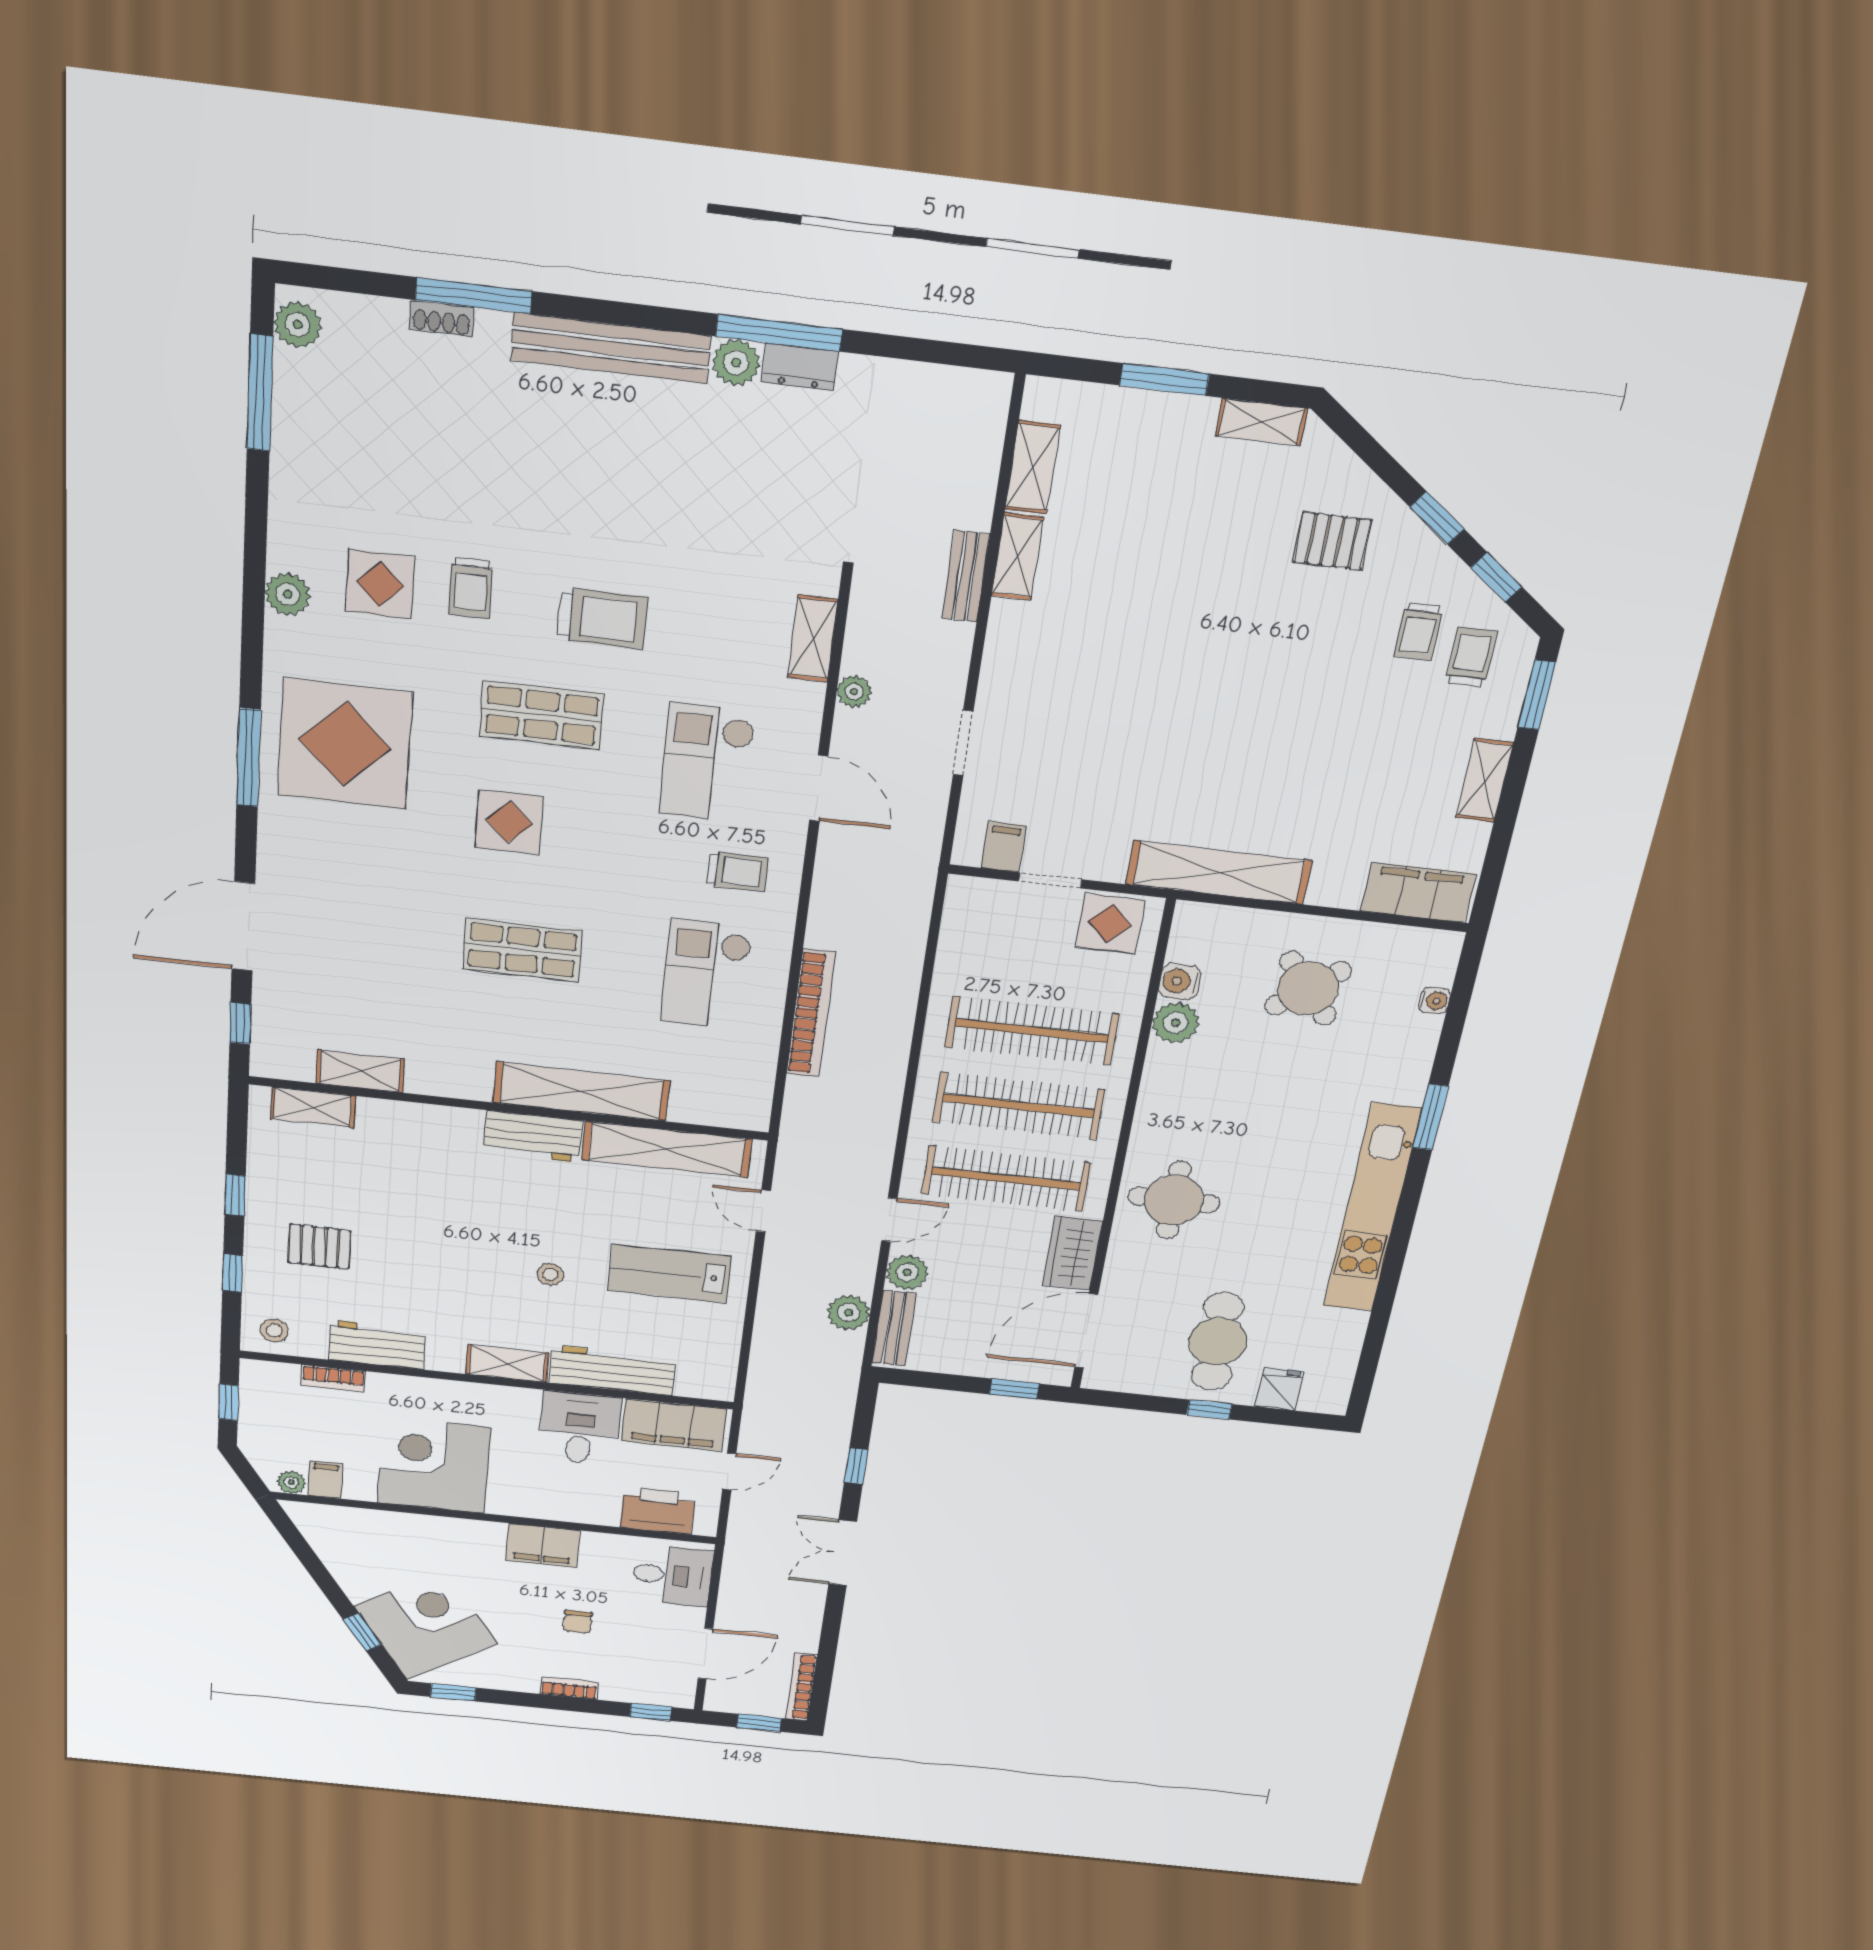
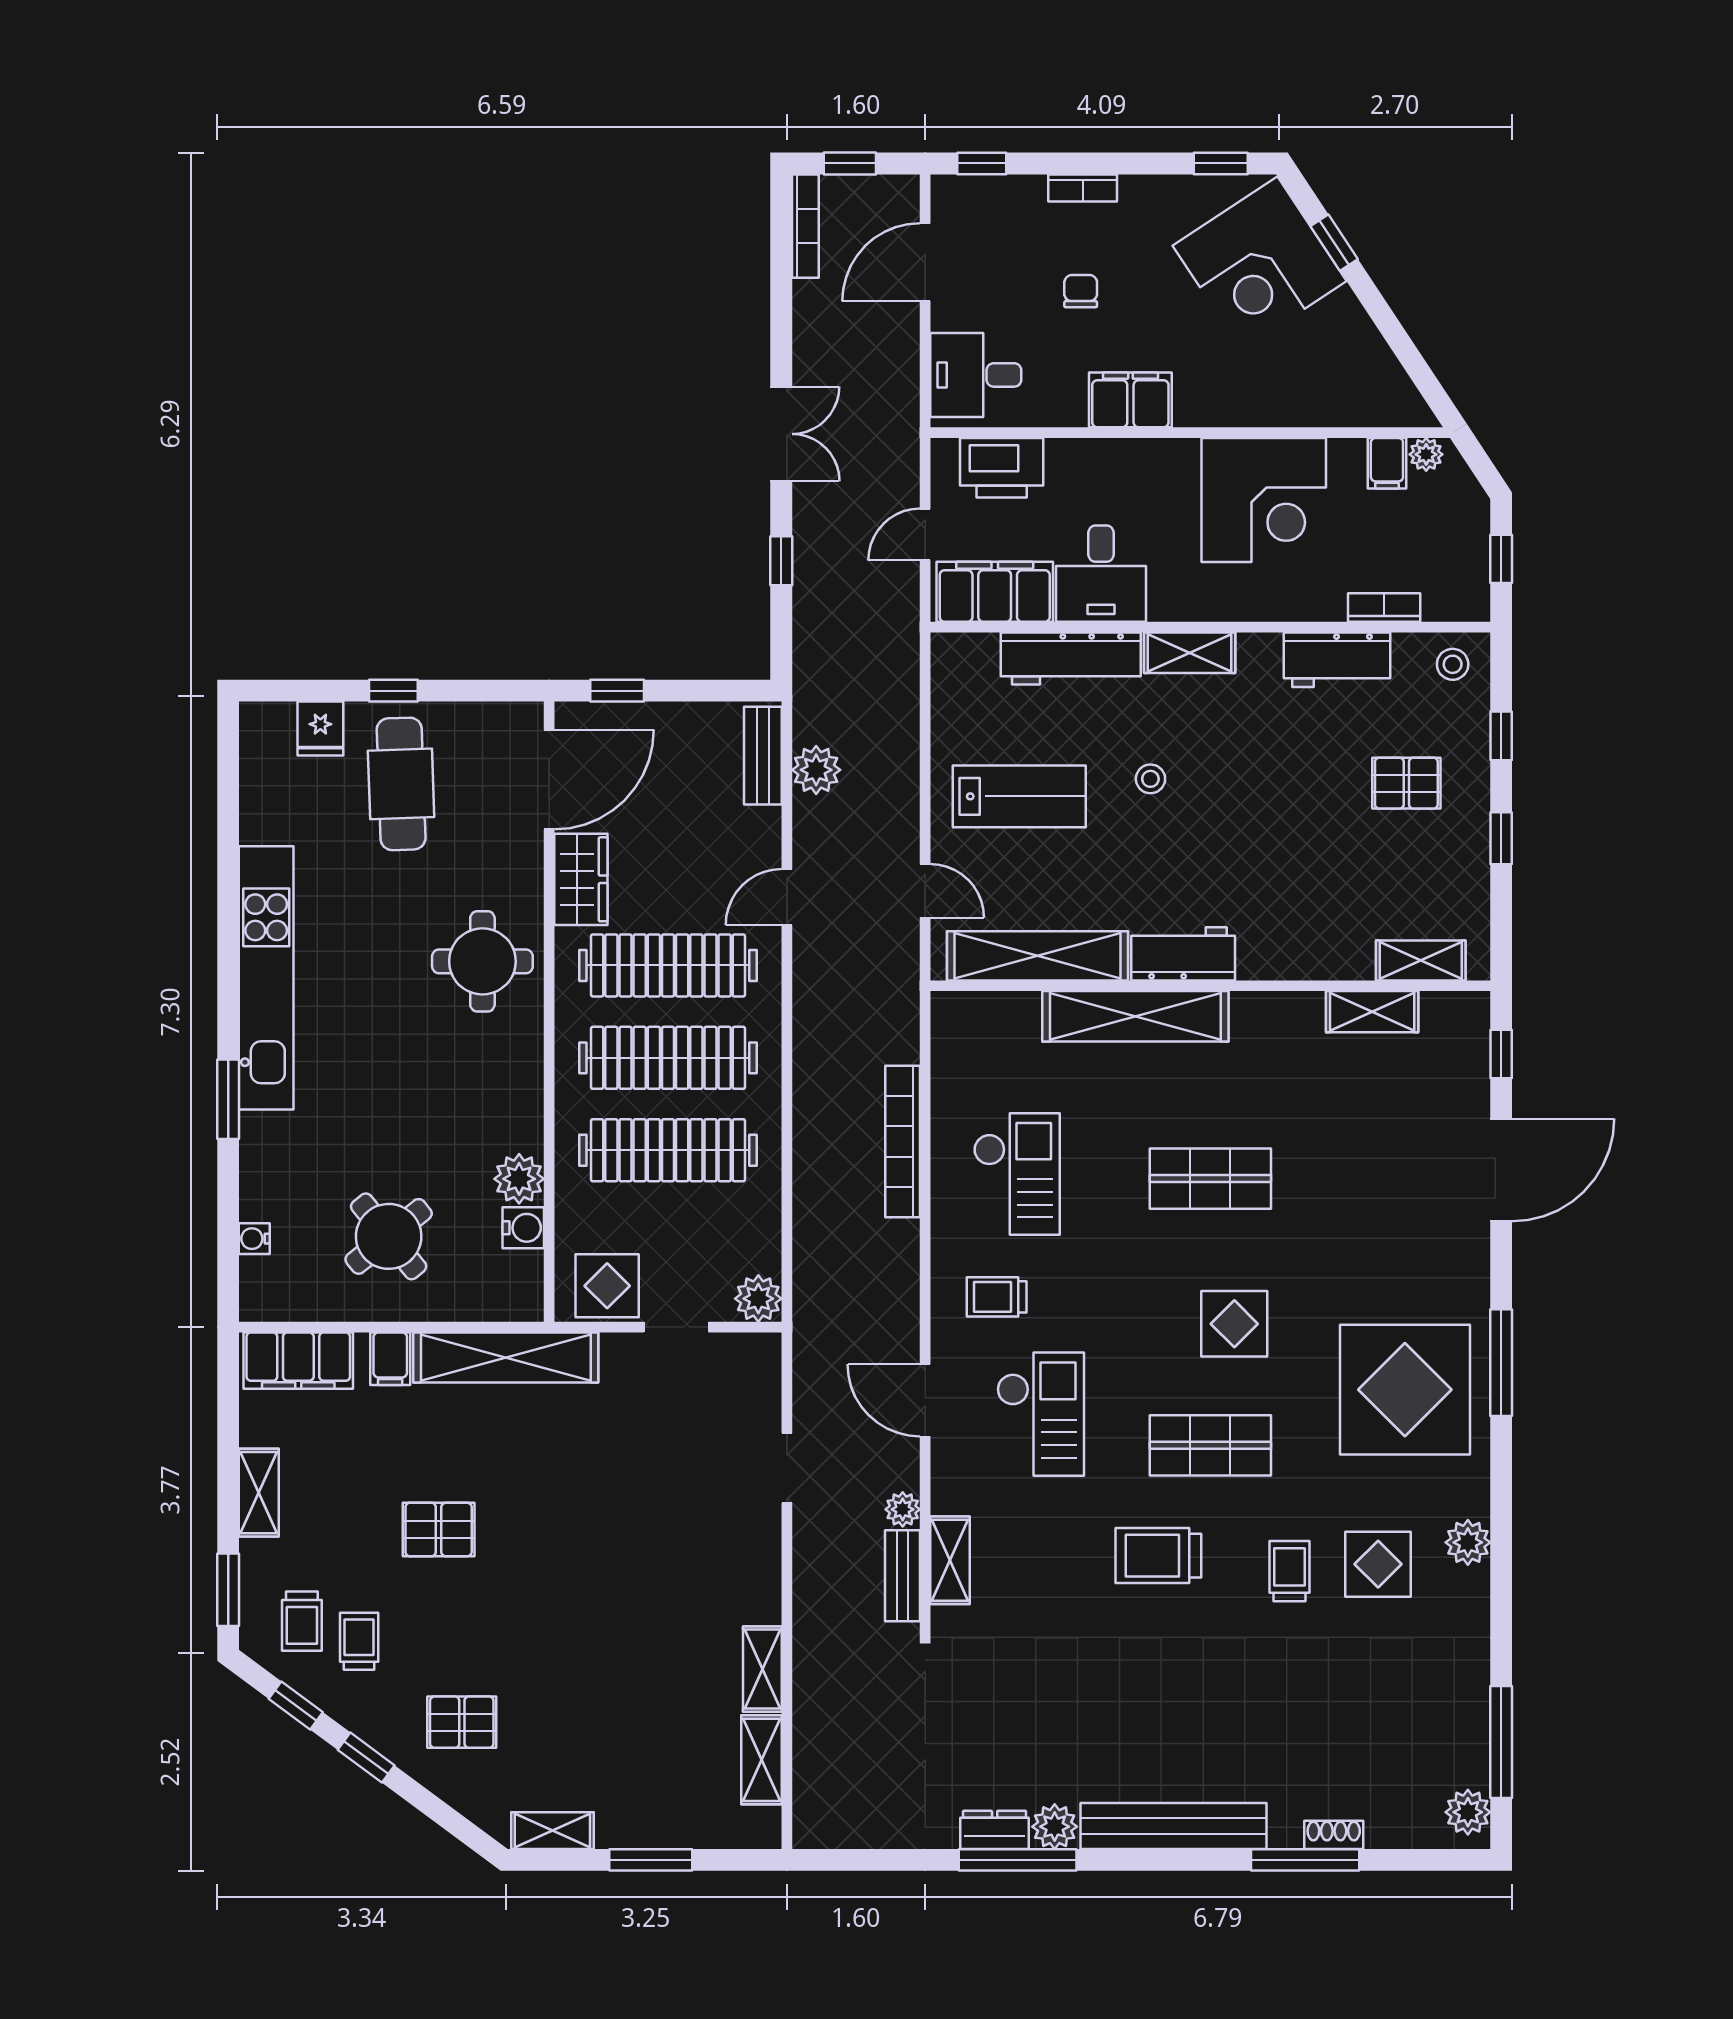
bench: (966, 576) -> (902, 1576), moved
pallet: (1316, 726) -> (439, 1530), added
filing cabinet: (1004, 847) -> (390, 1359), moved
plant: (907, 1272) -> (758, 1299), moved

